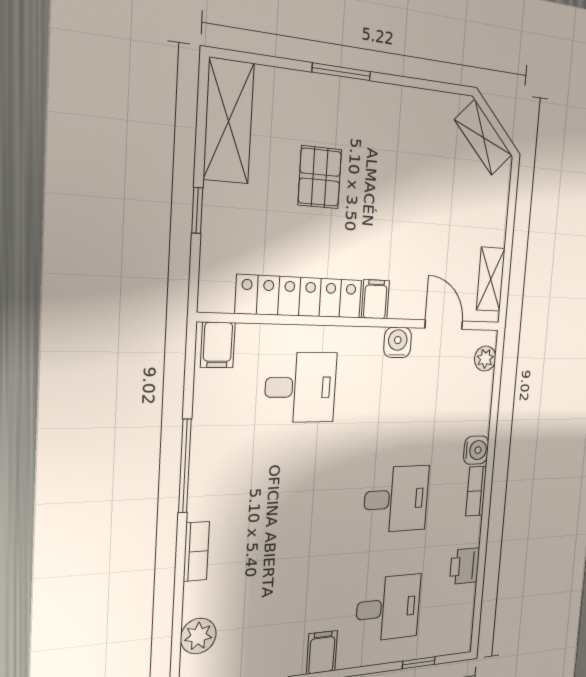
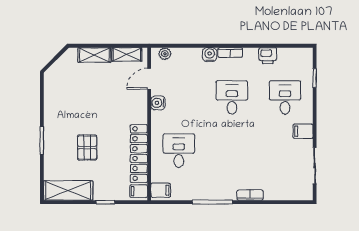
shelving: (483, 137) -> (94, 55), moved, turned 45
pallet: (320, 177) -> (87, 148), turned 90
filing cabinet: (375, 299) -> (139, 191), moved
plant: (198, 636) -> (288, 192), removed

